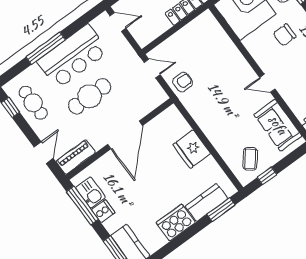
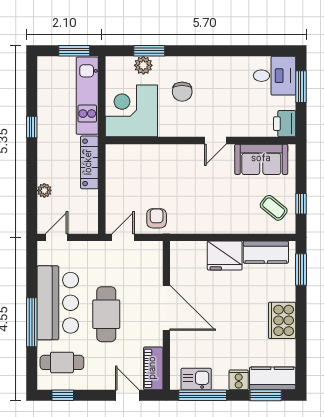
cafe table: (33, 103) -> (62, 362), moved
kitchen counter: (206, 202) -> (266, 252), moved, turned -90
cooker: (103, 211) -> (239, 380), moved

